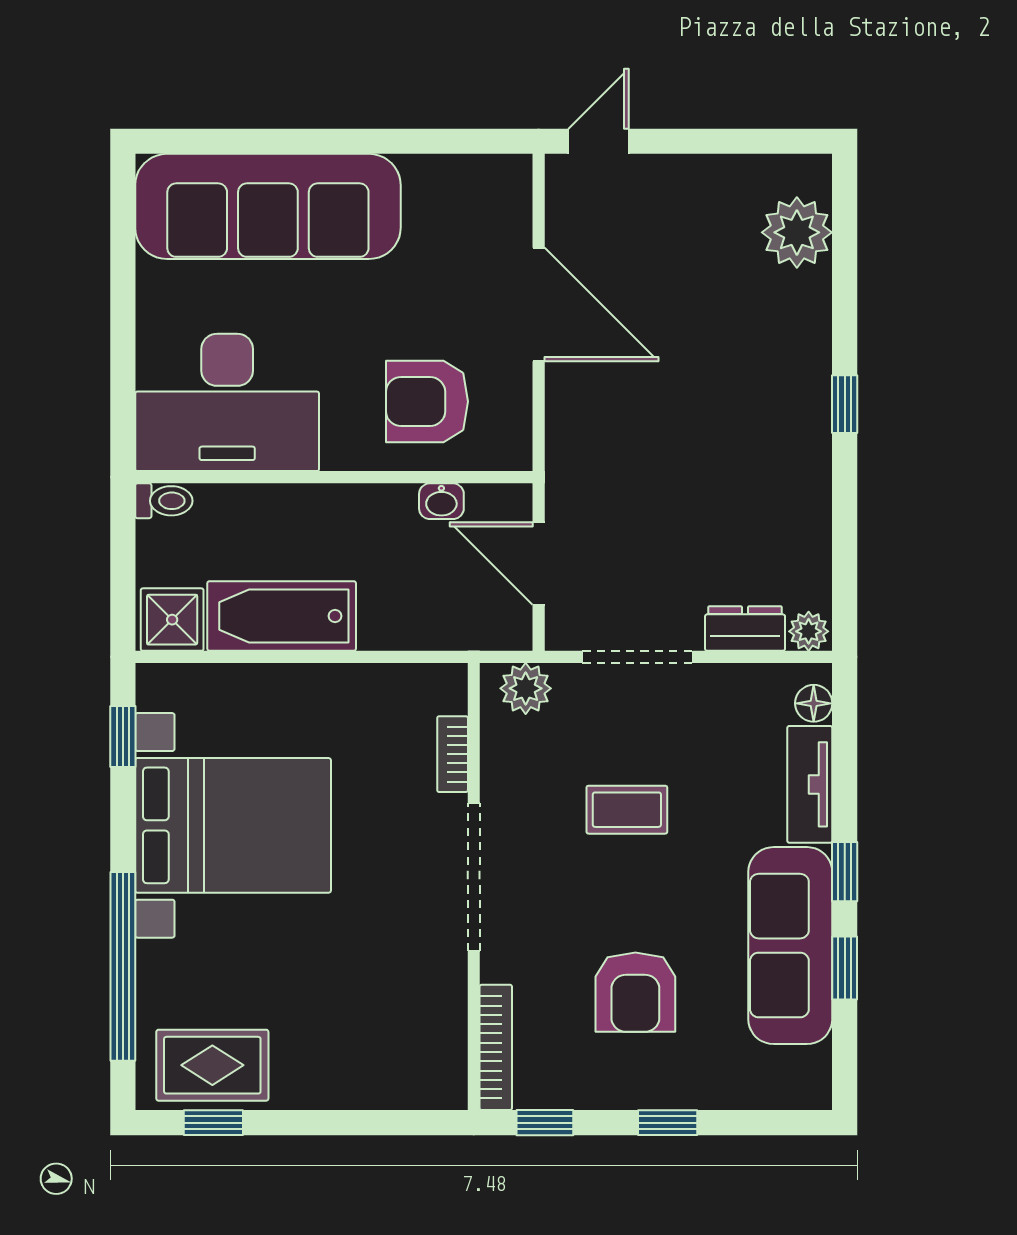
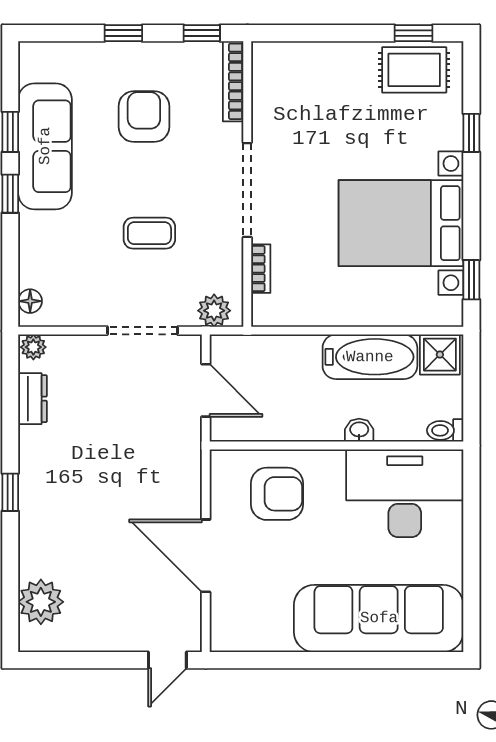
washbasin: (441, 501) -> (359, 430), moved
dresser: (745, 629) -> (33, 399), moved, turned -90
tv unit: (810, 784) -> (33, 249), removed
window: (123, 966) -> (471, 133), width x0.32

